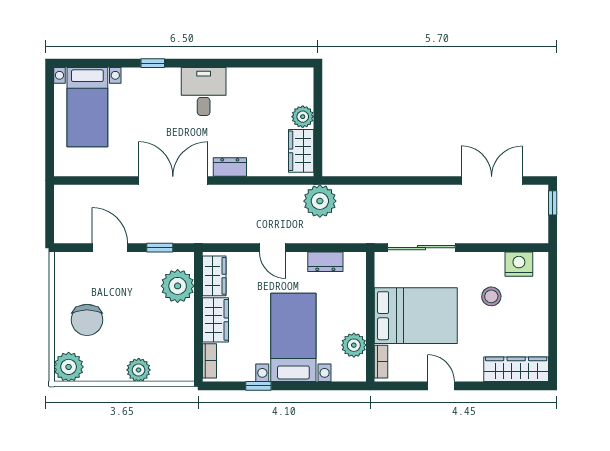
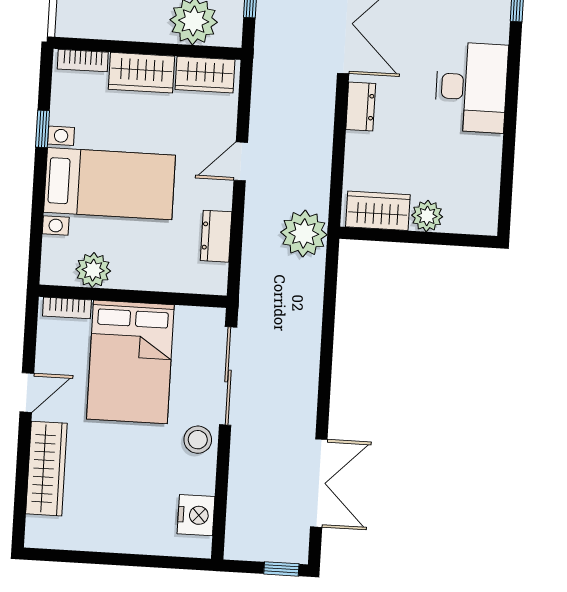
desk: (204, 91) -> (471, 87), width x1.37
stool: (491, 296) -> (198, 440), moved
wardrobe: (516, 369) -> (46, 469), moved

